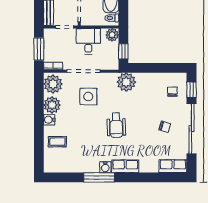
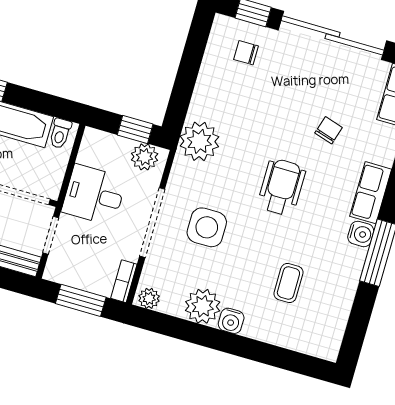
plant: (112, 35) -> (145, 157), moved
plant: (53, 84) -> (149, 298), width x0.53, depth x0.53
wheelchair: (116, 125) -> (282, 187), turned -88
chair: (165, 127) -> (329, 130), moved
coffee table: (57, 142) -> (288, 283), moved

